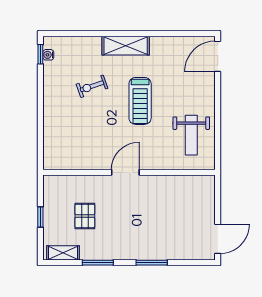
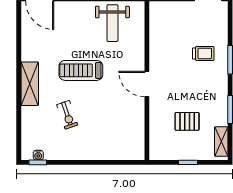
treadmill: (140, 101) -> (81, 70), turned 180
weight bench: (191, 135) -> (112, 23), turned 90
trolley: (158, 234) -> (203, 53), added

